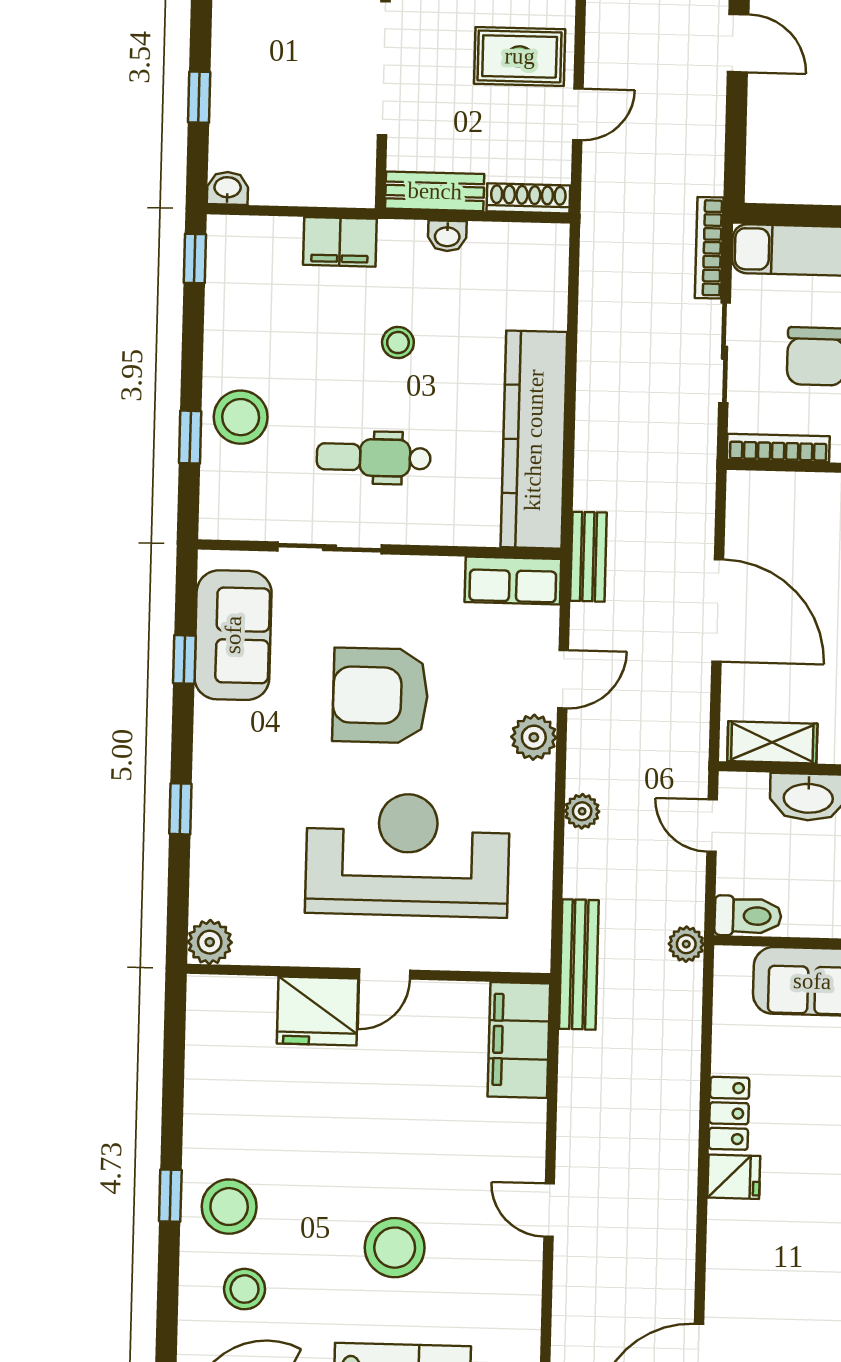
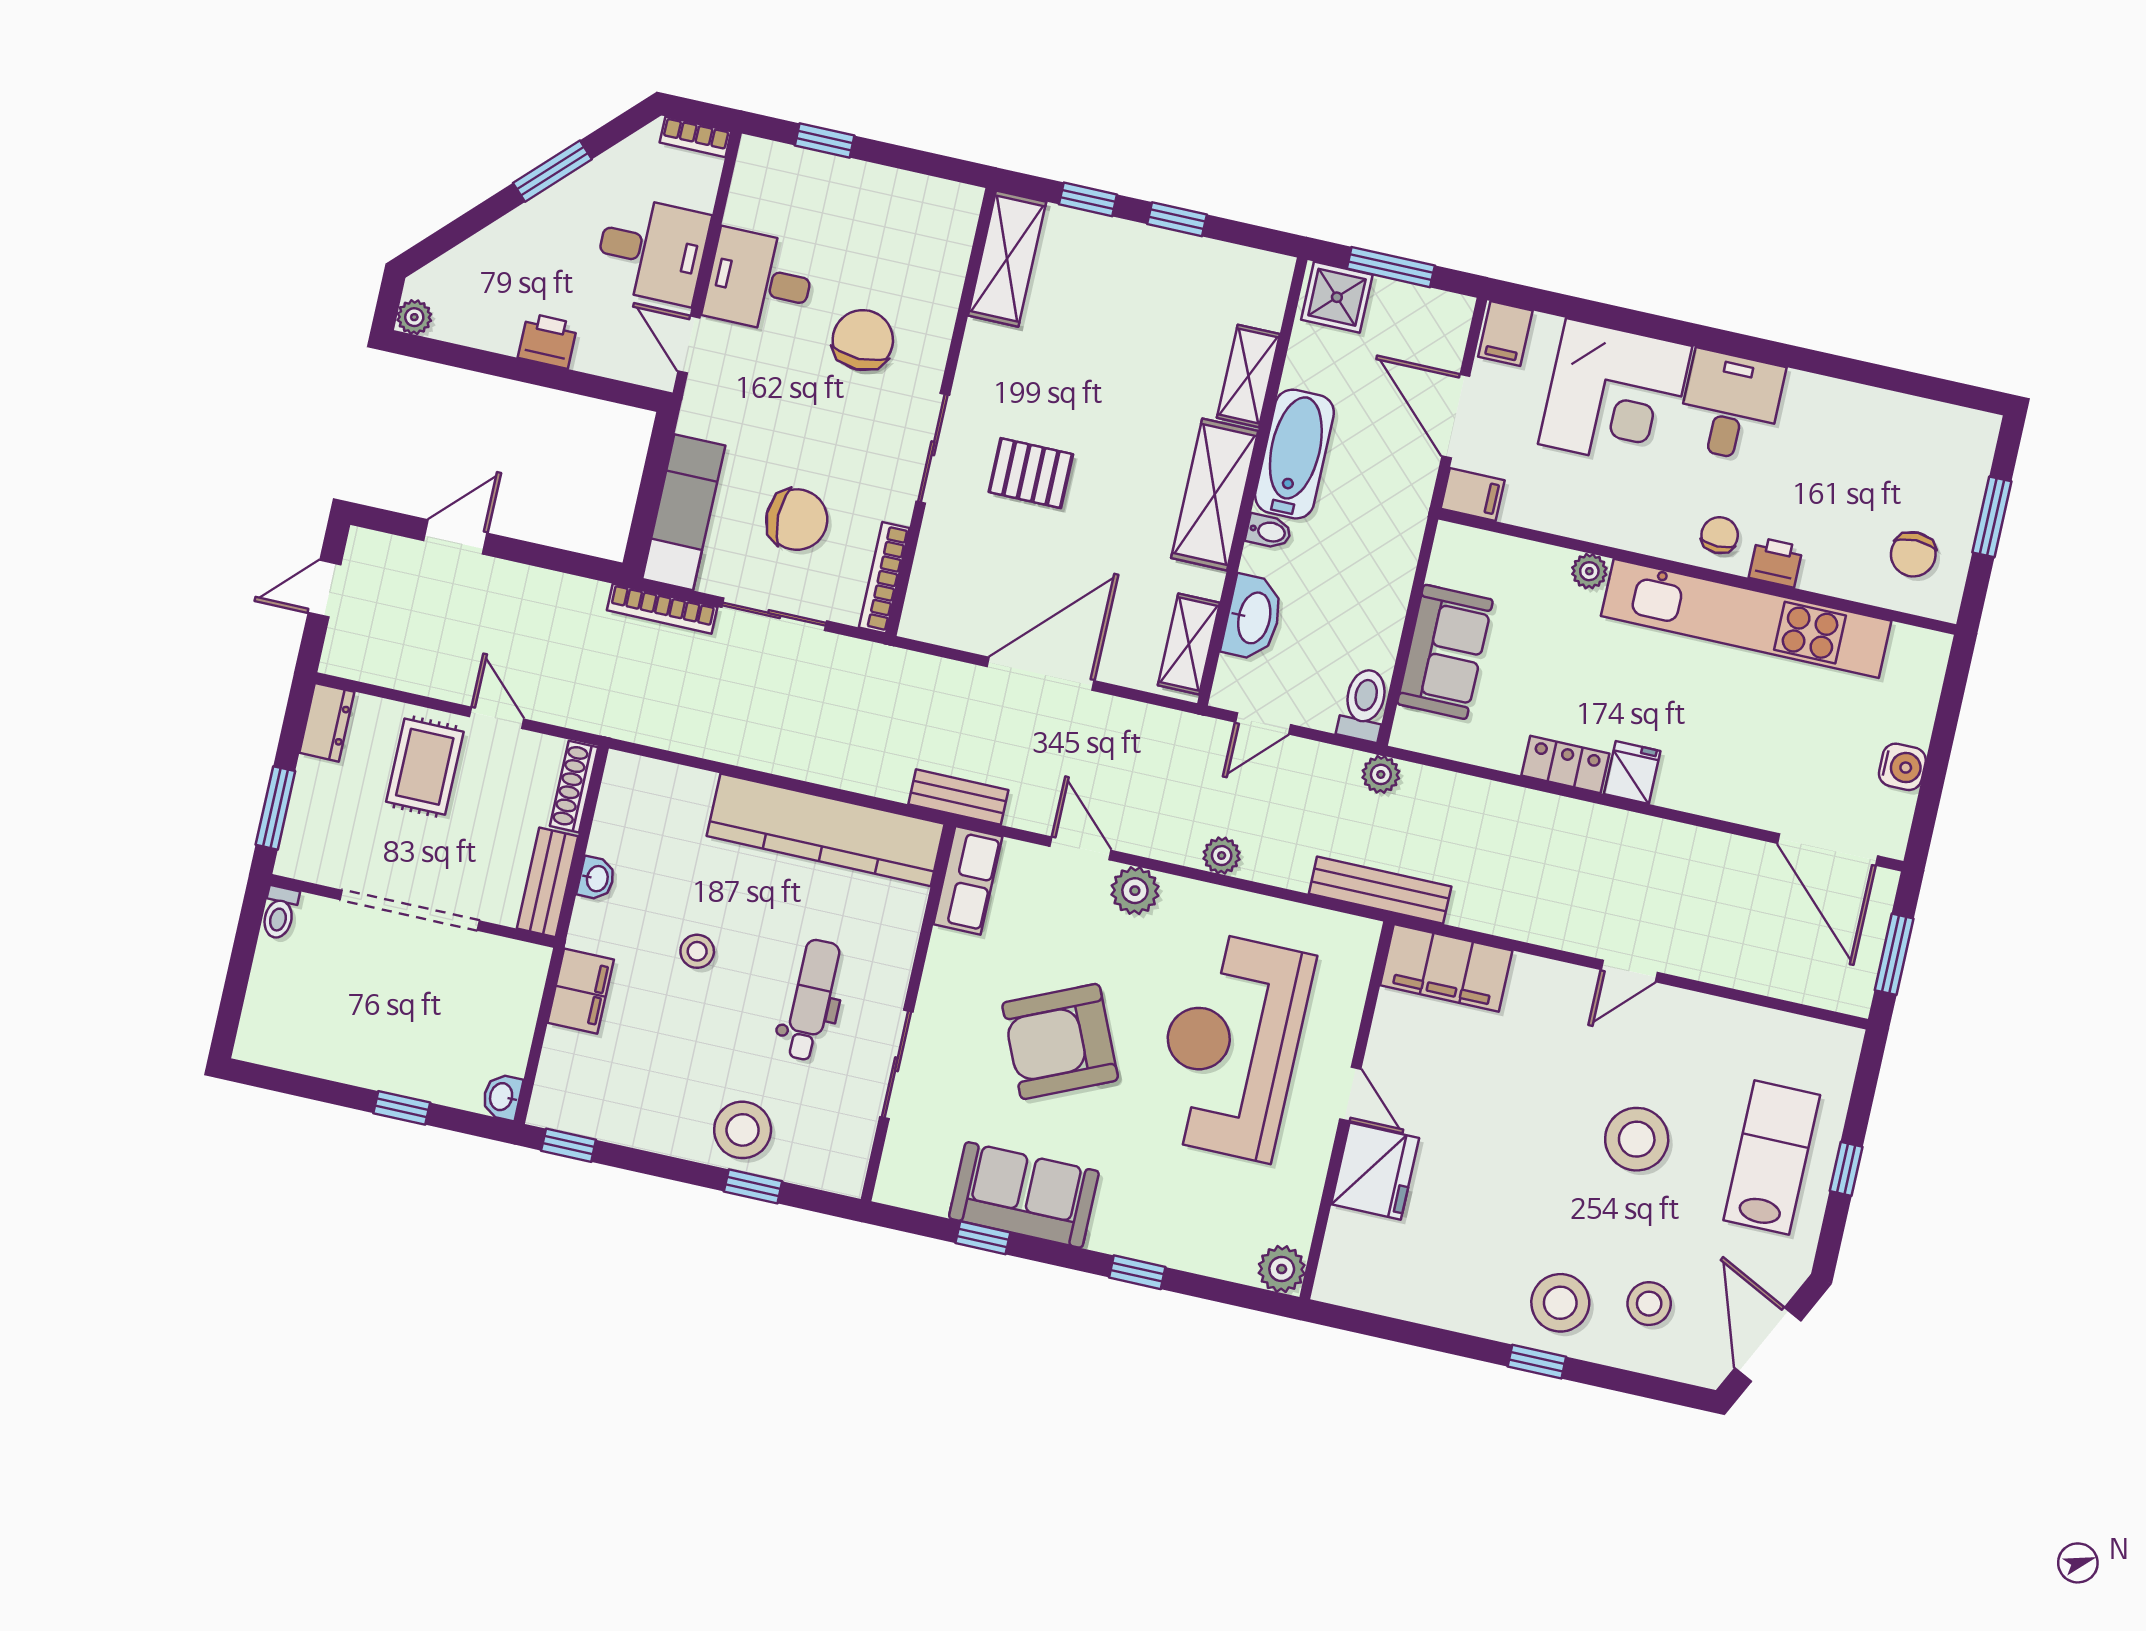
dental chair: (374, 458) -> (812, 1000), turned 180
sofa: (233, 635) -> (1024, 1195), moved
armchair: (380, 695) -> (1060, 1041), turned 66

